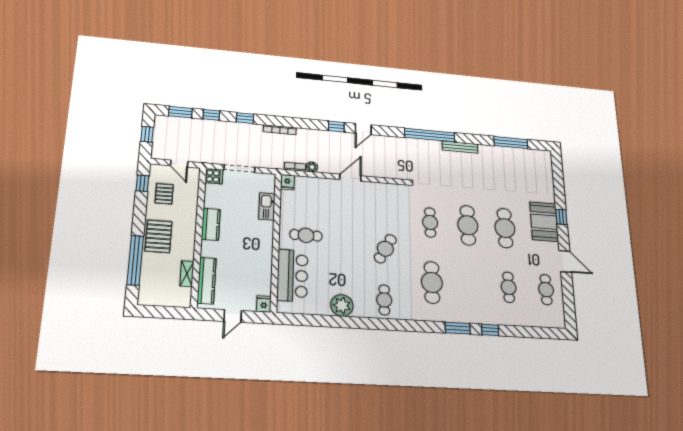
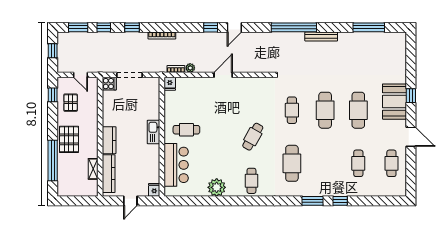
kitchen sink: (267, 207) -> (154, 132), moved
kitchen counter: (211, 224) -> (109, 140), moved

